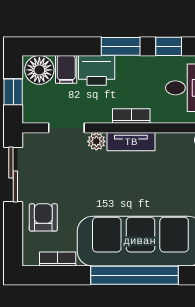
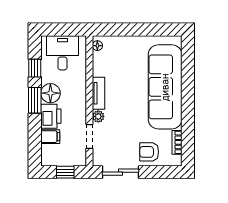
floor lamp: (39, 70) -> (50, 93), moved
bookcase: (131, 116) -> (81, 93), removed
window: (134, 275) -> (188, 91), removed

